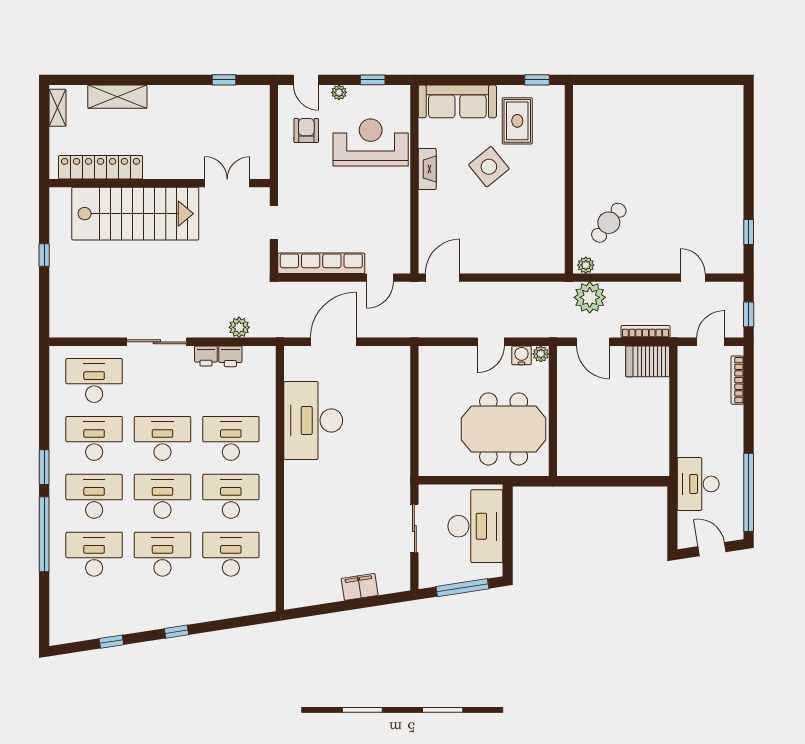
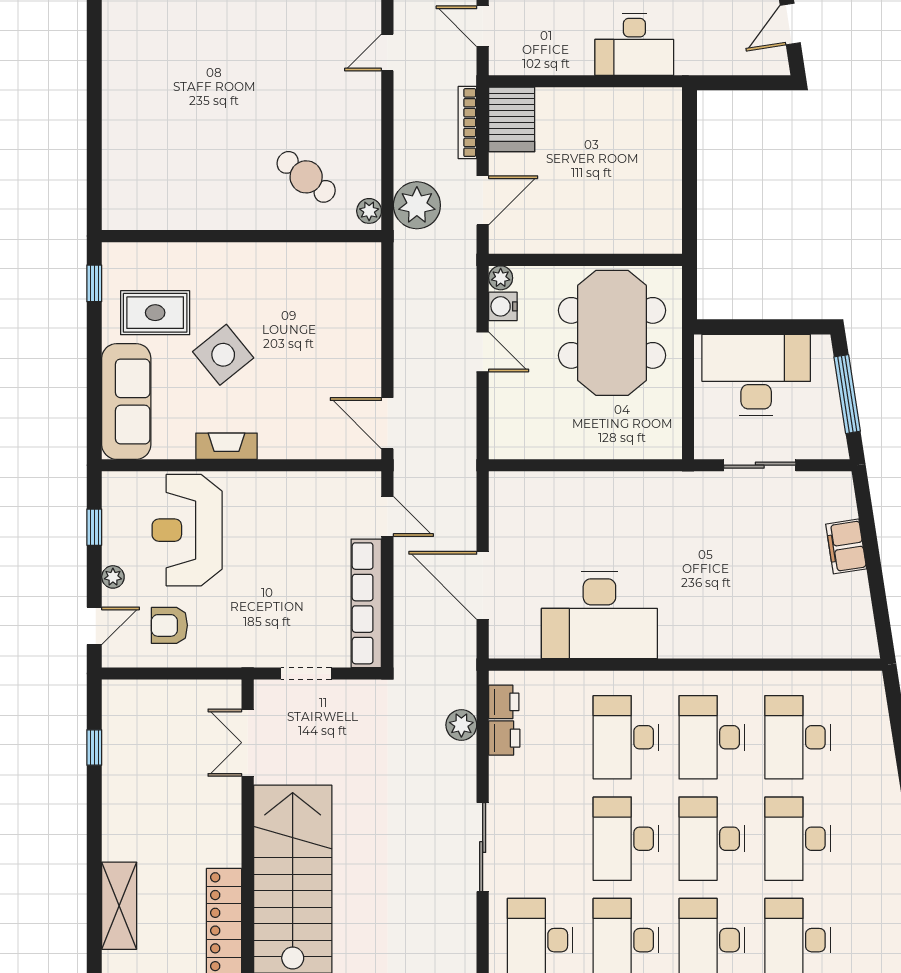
printer: (206, 356) -> (504, 702), moved
desk: (698, 484) -> (634, 44), moved

